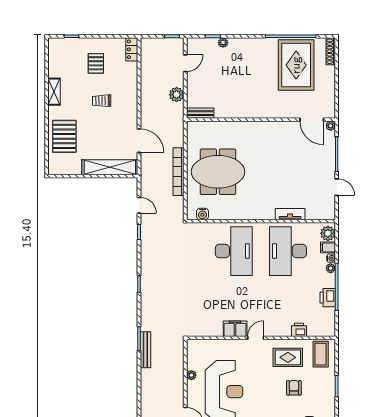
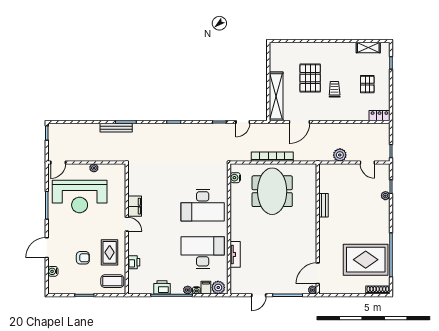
pallet: (96, 63) -> (367, 84), turned 90
shelving: (54, 92) -> (368, 48), moved
bench: (200, 113) -> (324, 205), moved
pallet: (64, 136) -> (310, 78), moved, turned 90

